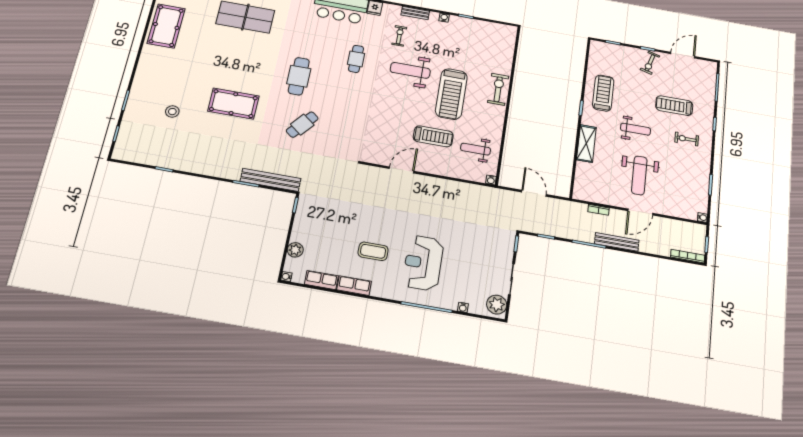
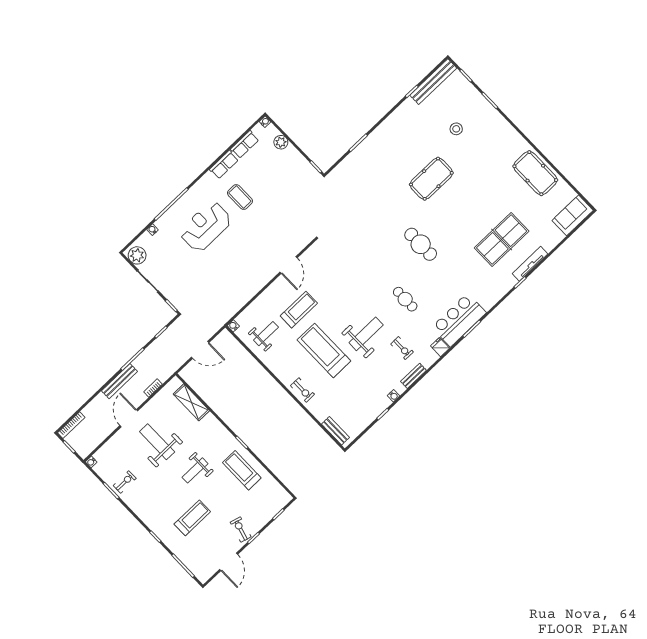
bench: (510, 43) -> (335, 431), added
exercise bike: (498, 89) -> (303, 390), width x0.73, depth x0.72
treadmill: (603, 93) -> (242, 470), turned 180
cafe table: (302, 125) -> (378, 218), removed
treadmill: (433, 136) -> (299, 310), turned 180
exercise bike: (687, 139) -> (125, 482), moved
shelving: (586, 144) -> (191, 402), moved
bench: (270, 180) -> (433, 82), moved
coffee table: (373, 251) -> (240, 197), turned 90
reception desk: (423, 263) -> (206, 226), turned -90

